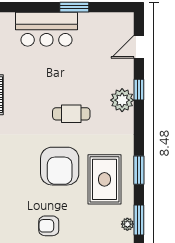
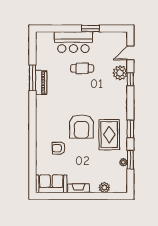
plant: (122, 100) -> (120, 73), moved
cafe table: (71, 114) -> (82, 68), moved
armchair: (49, 226) -> (59, 148), moved

